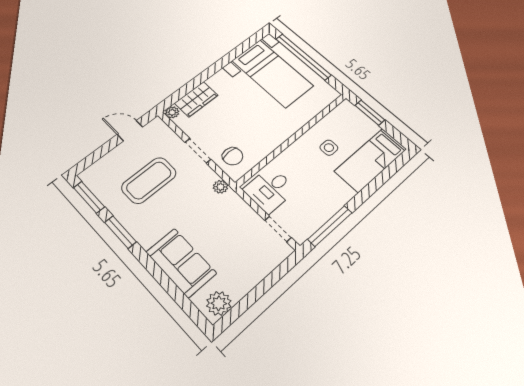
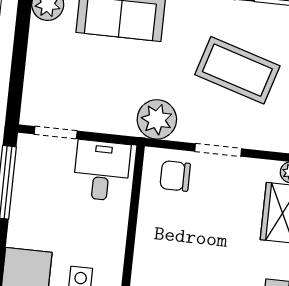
coffee table: (149, 180) -> (237, 70), turned -73
plant: (220, 187) -> (157, 119), width x1.88, depth x1.88

